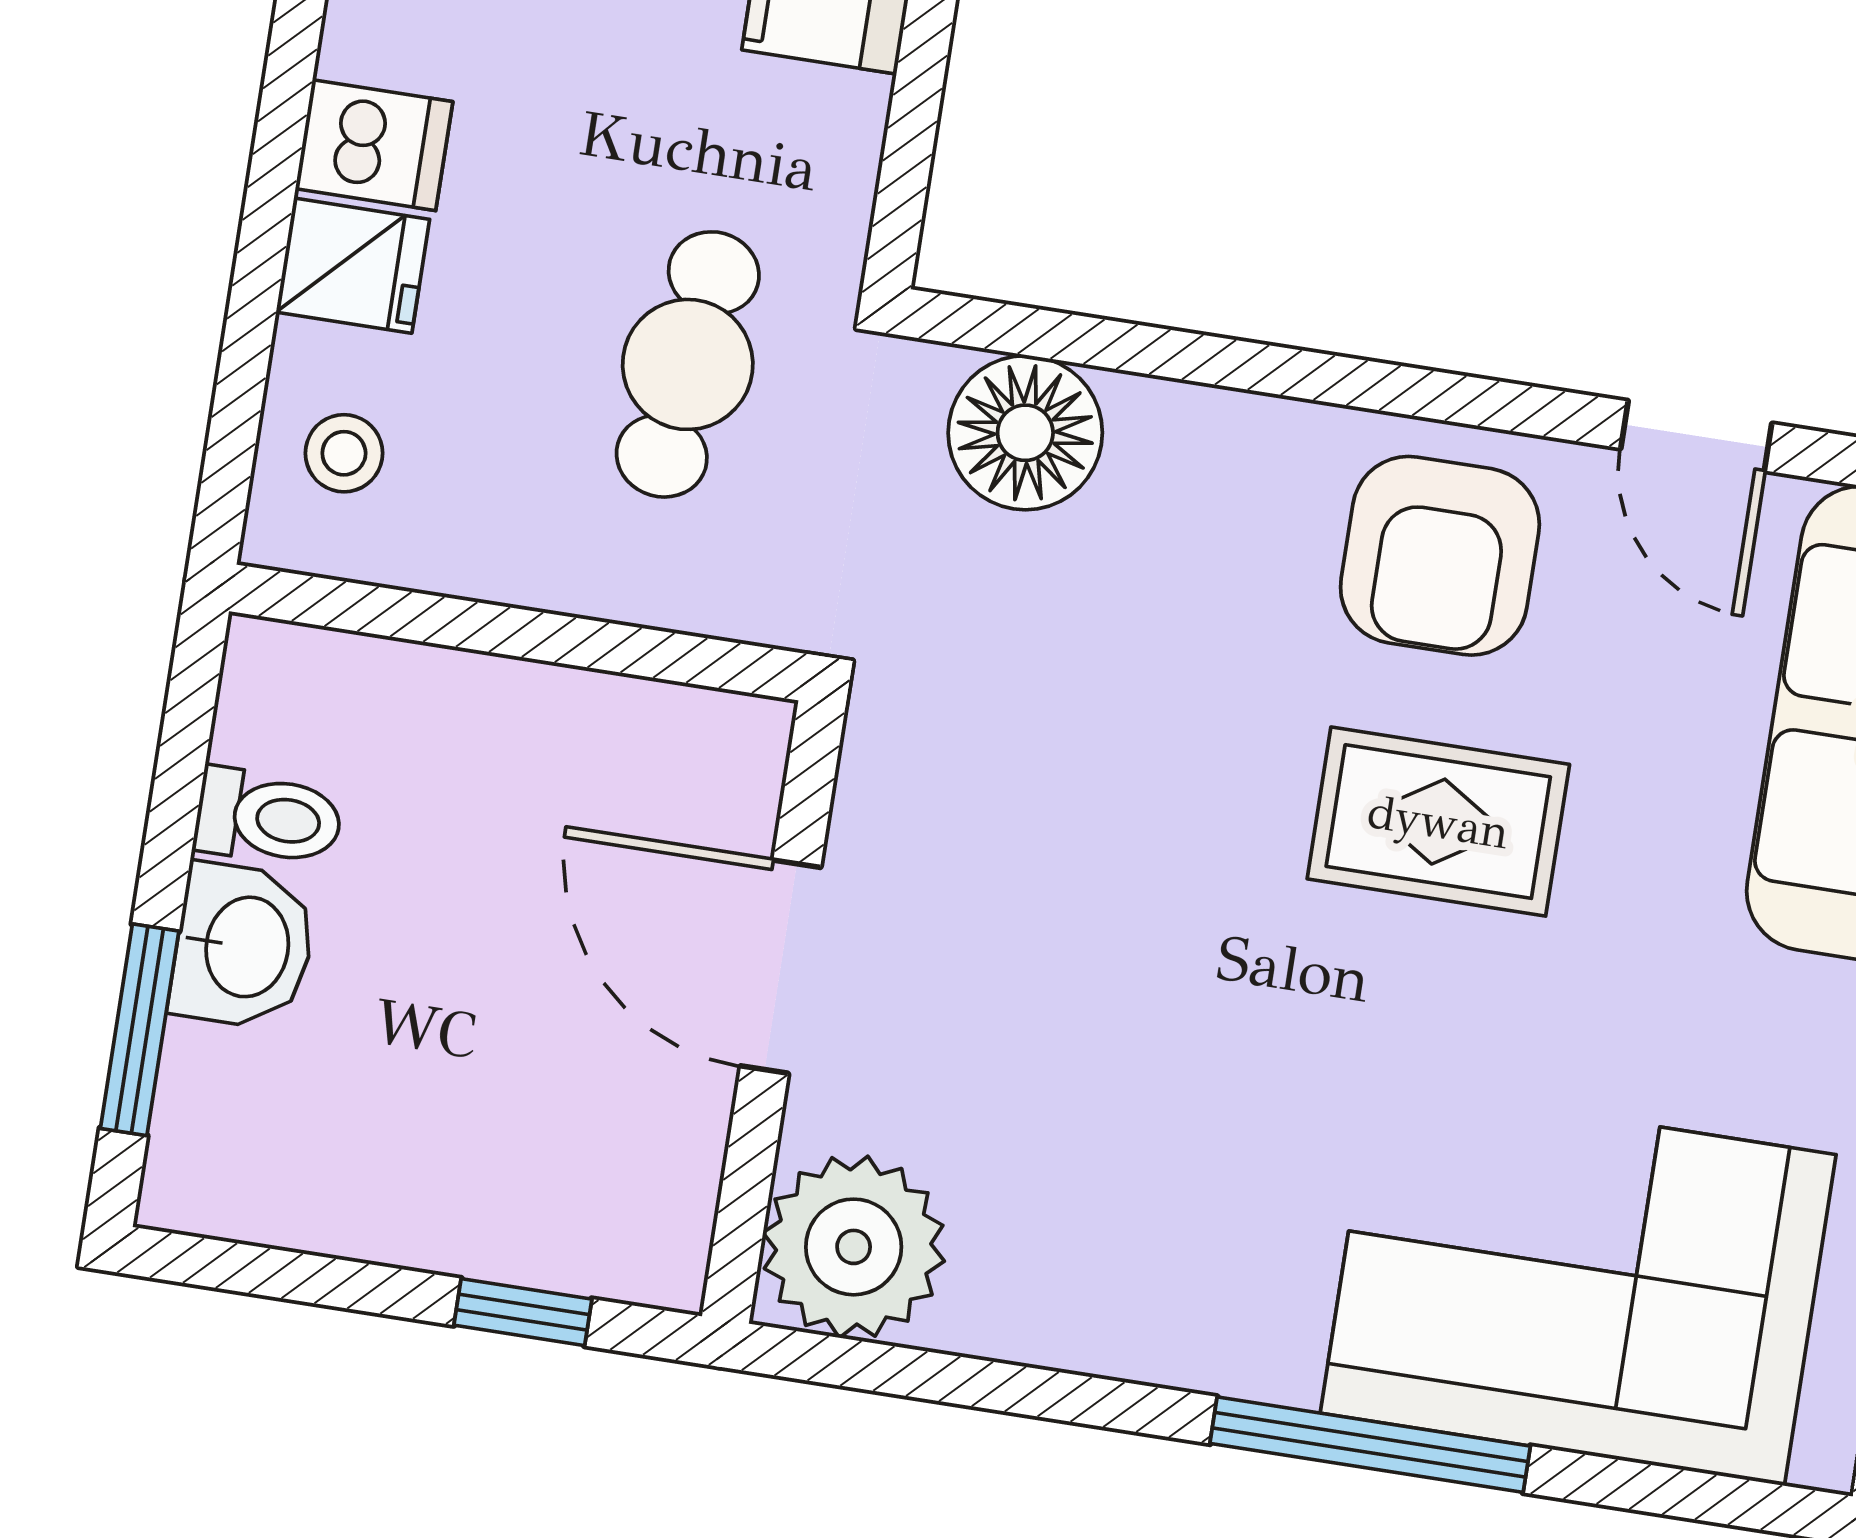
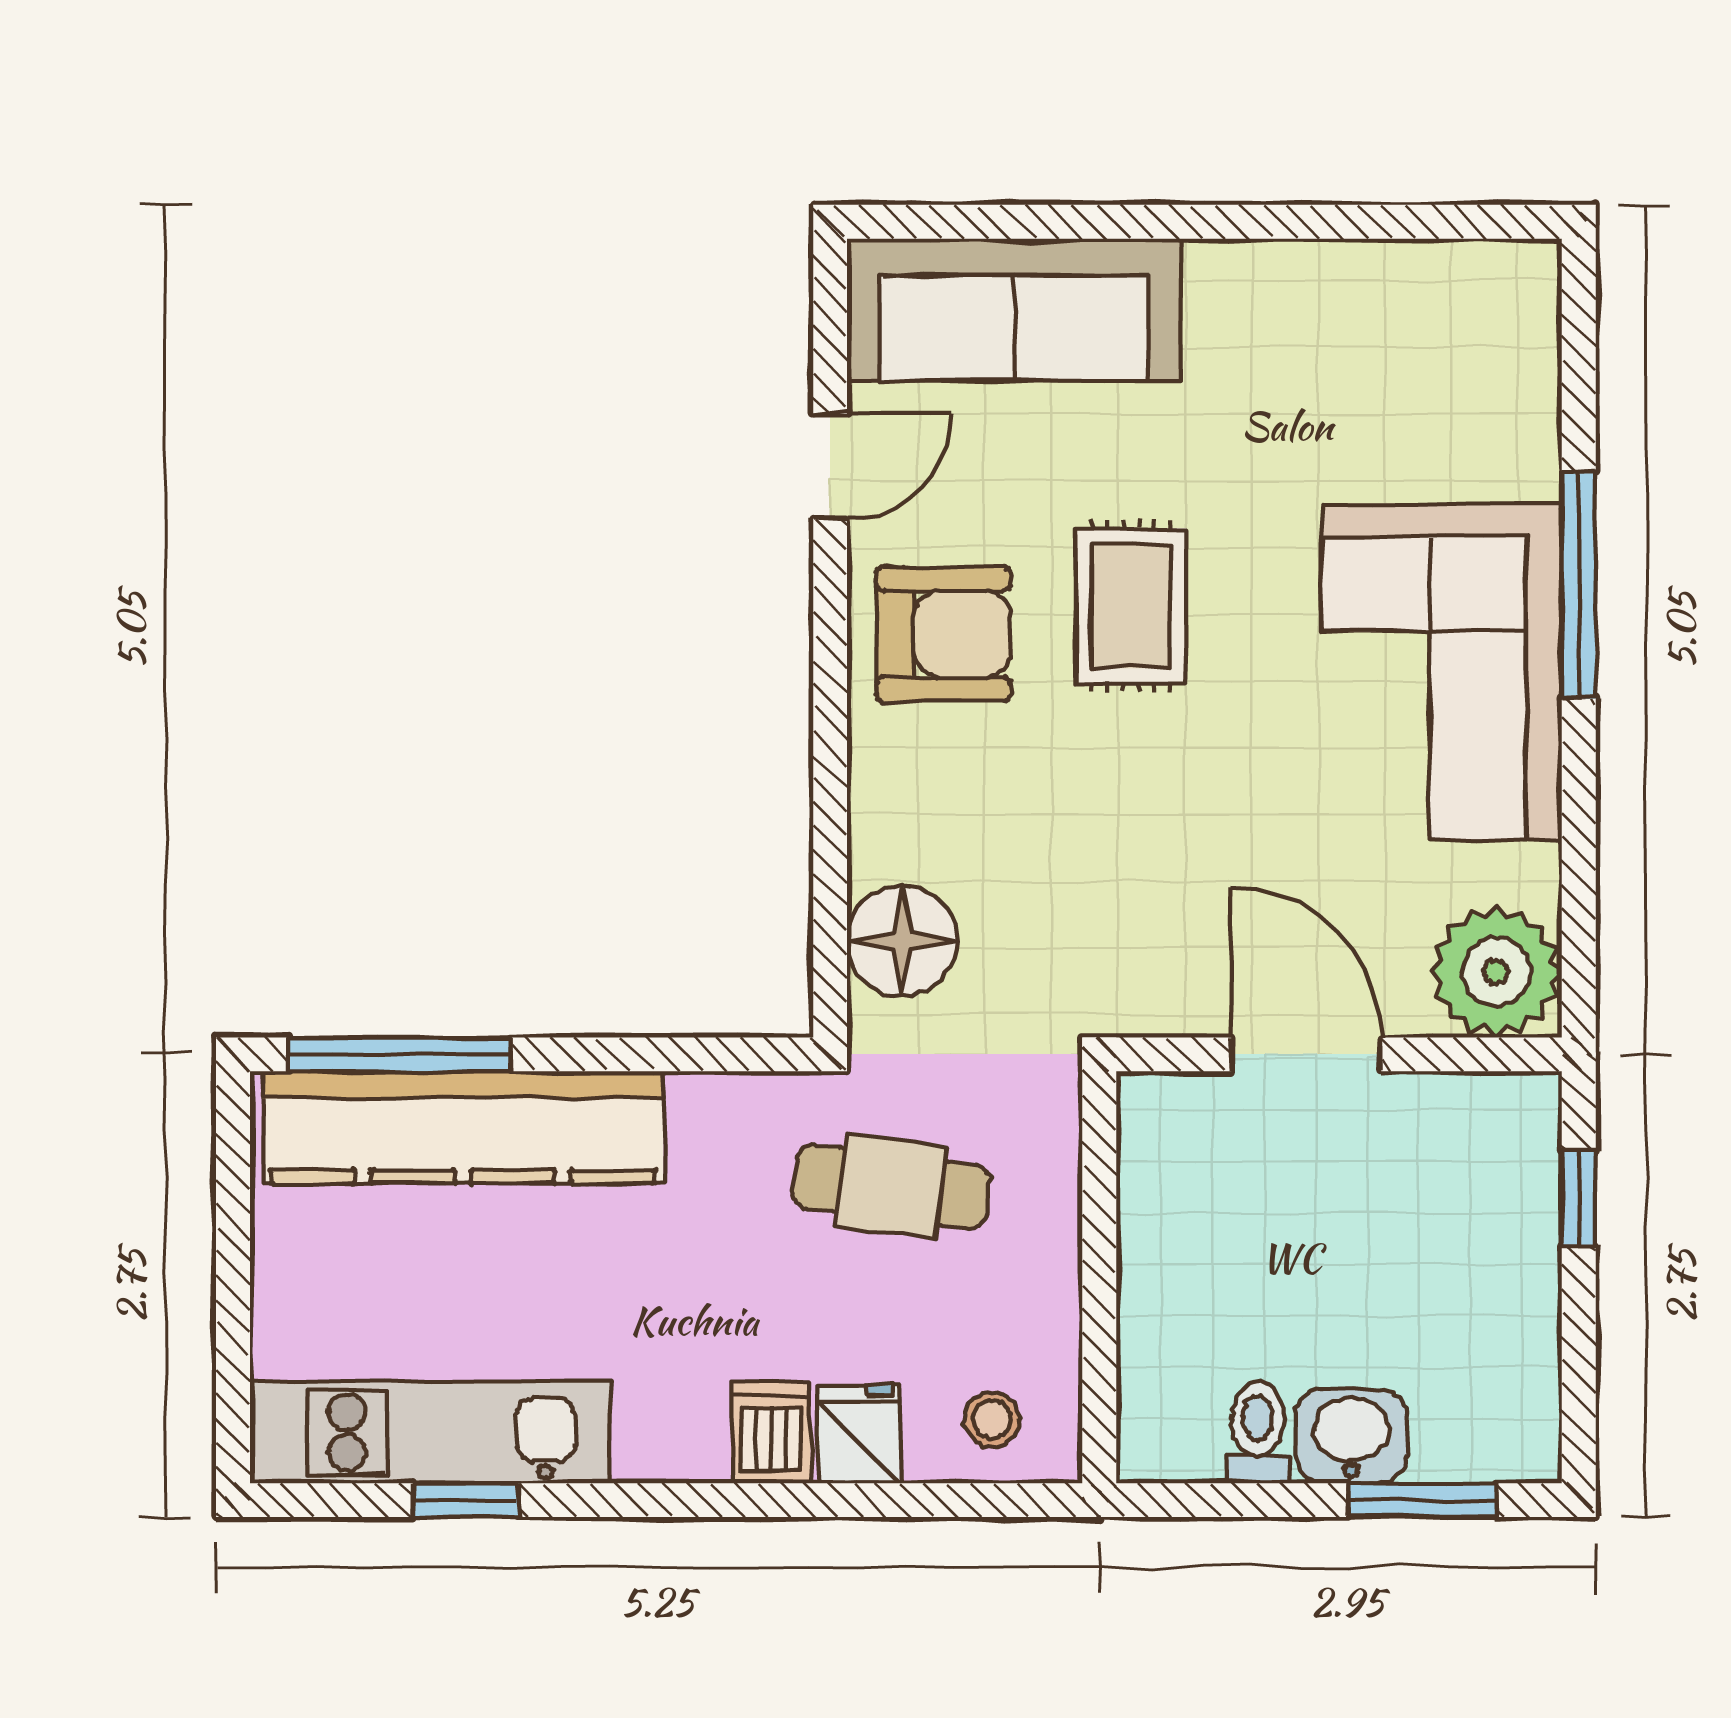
door: (781, 967) -> (1306, 1054), swing flipped
corner sofa: (1578, 1284) -> (1442, 672), moved

